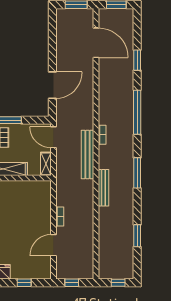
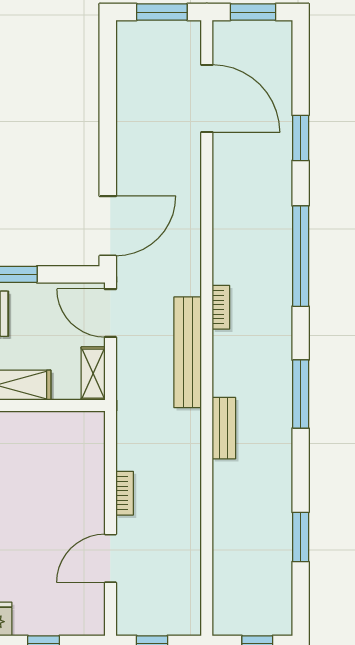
door: (52, 85) -> (108, 226), moved
bench: (103, 188) -> (224, 428), width x0.73

